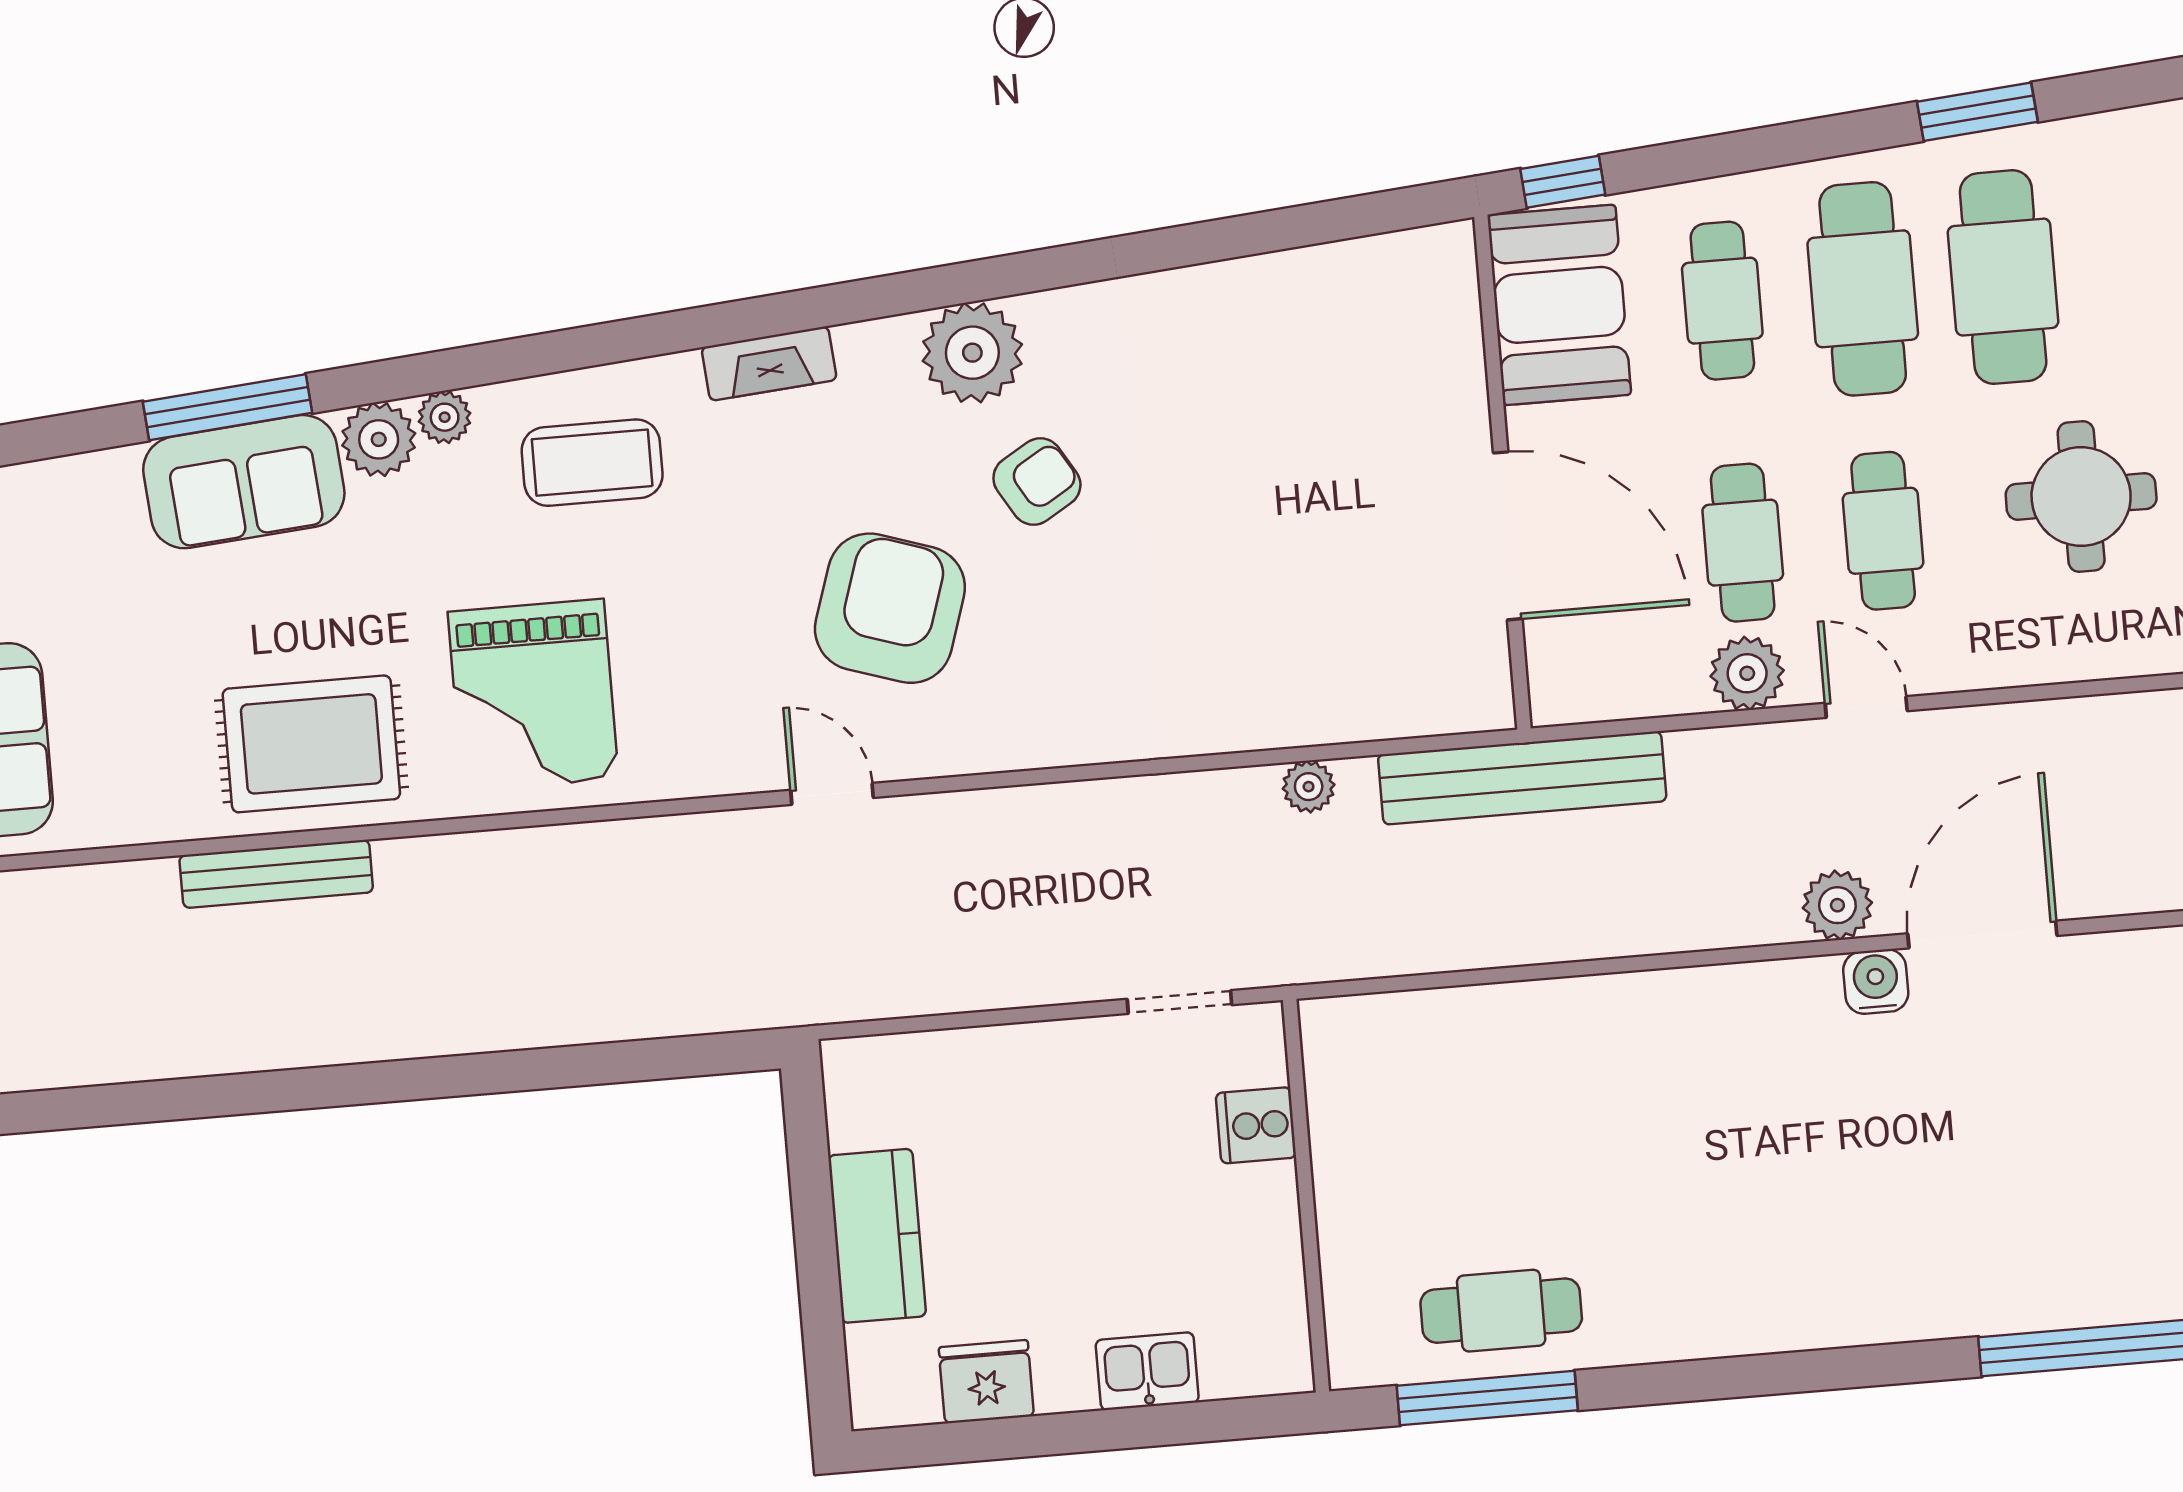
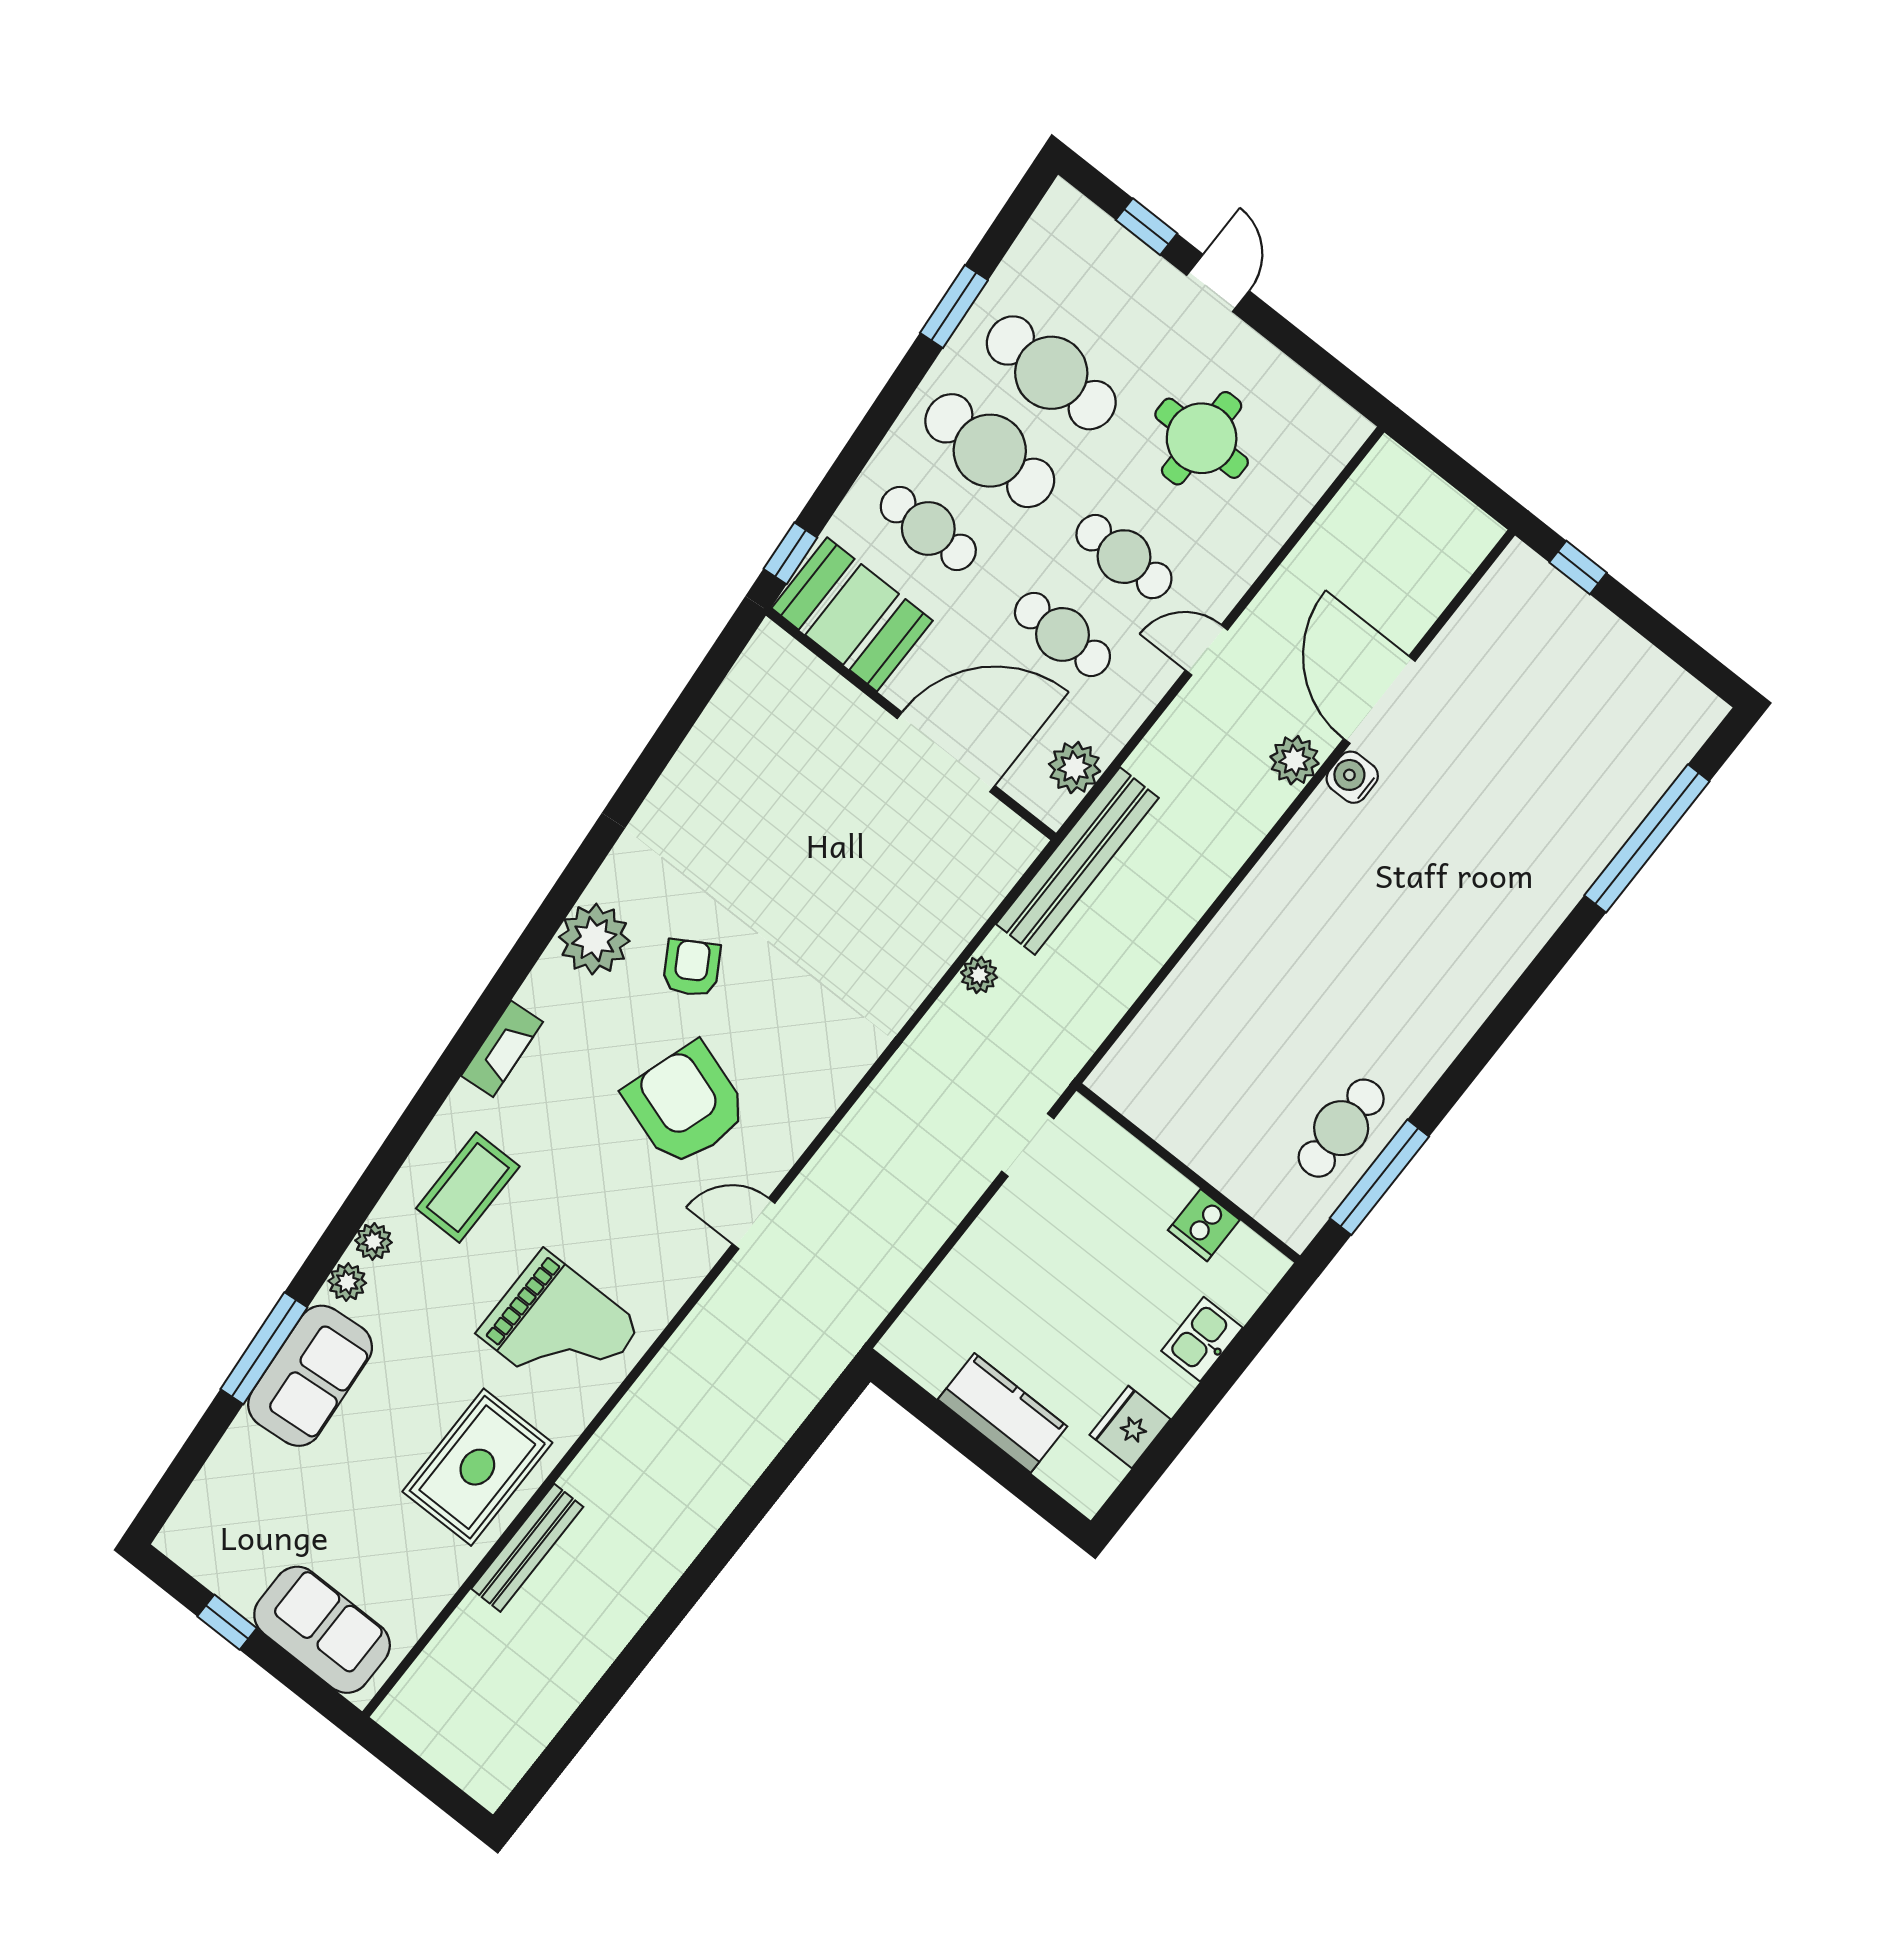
plant: (379, 439) -> (347, 1282), width x0.73, depth x0.73
plant: (1747, 673) -> (1075, 768), moved
cooker: (1256, 1125) -> (1204, 1225), moved

